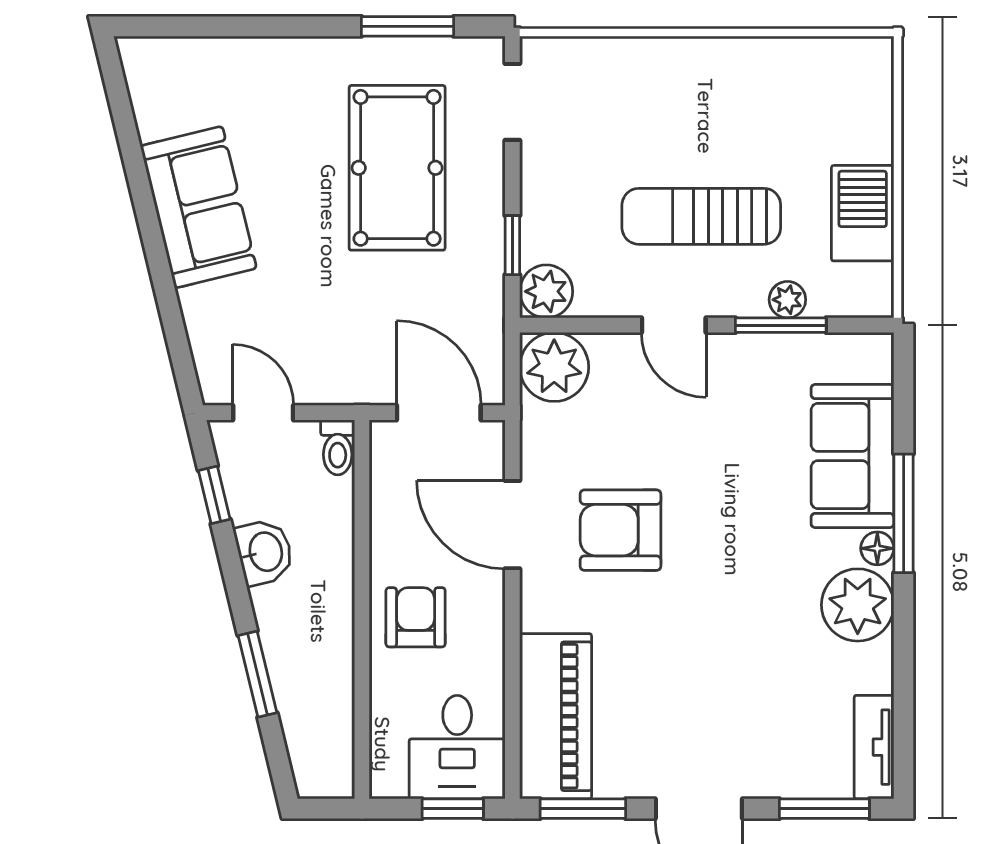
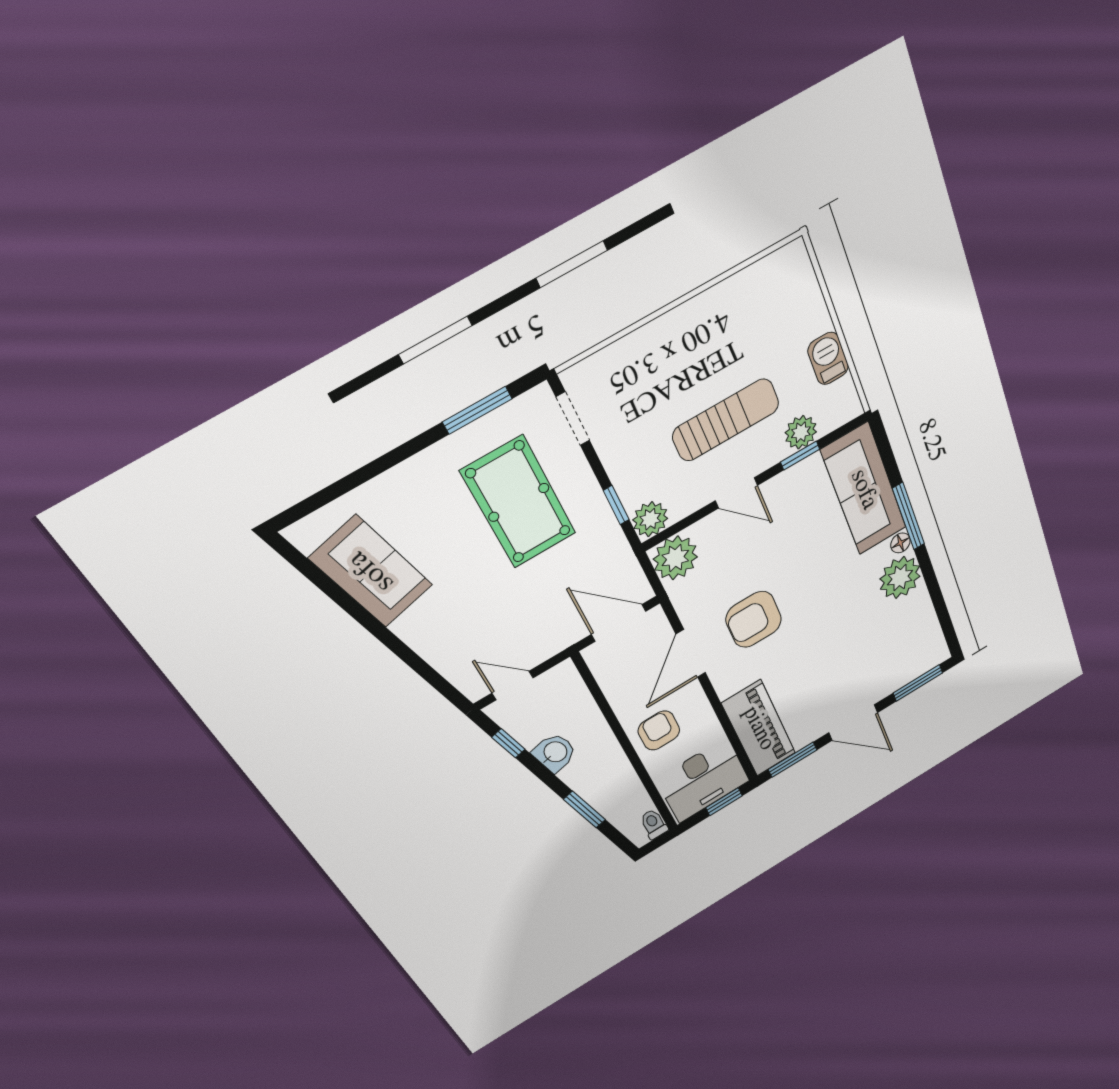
sofa: (198, 207) -> (371, 572), moved
barbecue: (863, 213) -> (828, 358), width x0.73, depth x0.79
sun lounger: (701, 216) -> (726, 420), turned 180
plant: (787, 300) -> (801, 432), width x1.38, depth x1.38
window: (781, 325) -> (800, 456), width x0.67
toilet: (338, 447) -> (654, 824), moved, turned 180
sofa: (852, 456) -> (864, 489), width x1.36
door: (512, 525) -> (691, 654), hinge flipped
desk: (457, 747) -> (703, 780), width x1.37
tv unit: (874, 747) -> (933, 640), removed

